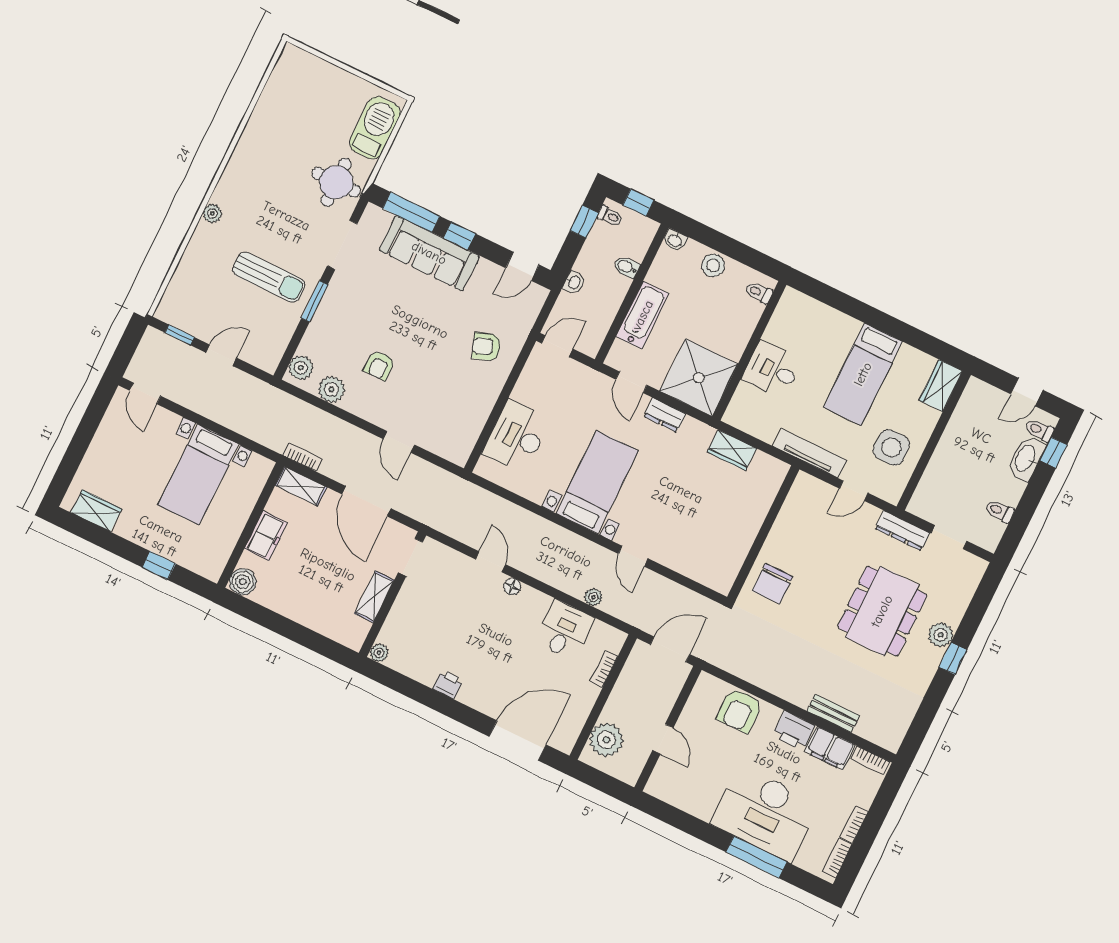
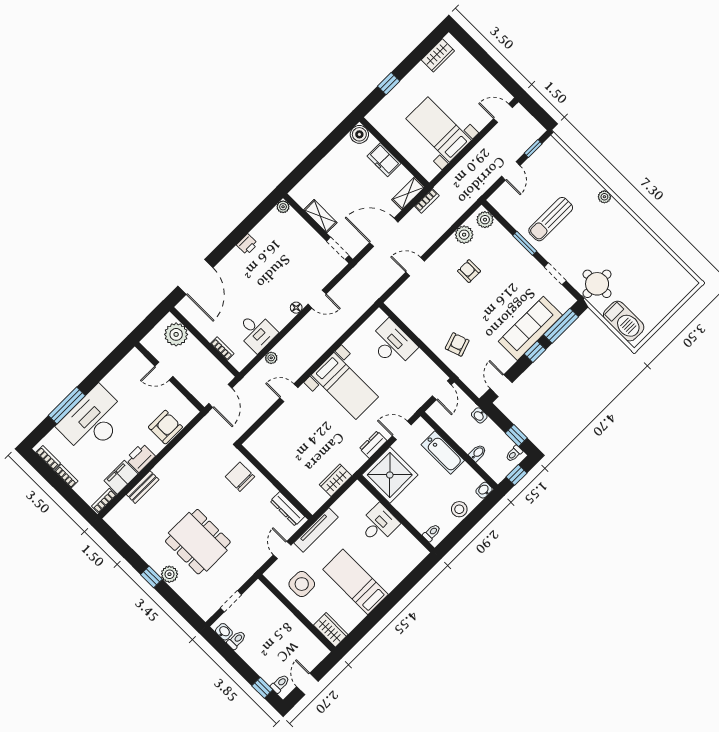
doorway: (342, 245) -> (555, 274), width x0.73
washbasin: (1026, 459) -> (224, 632), moved, width x0.52, depth x0.69
dresser: (902, 531) -> (287, 509), moved, turned -90
armchair: (739, 710) -> (165, 427), turned 90

